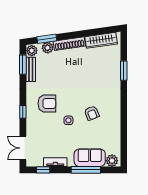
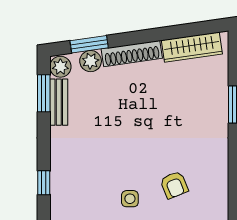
armchair: (47, 103) -> (89, 167), removed

